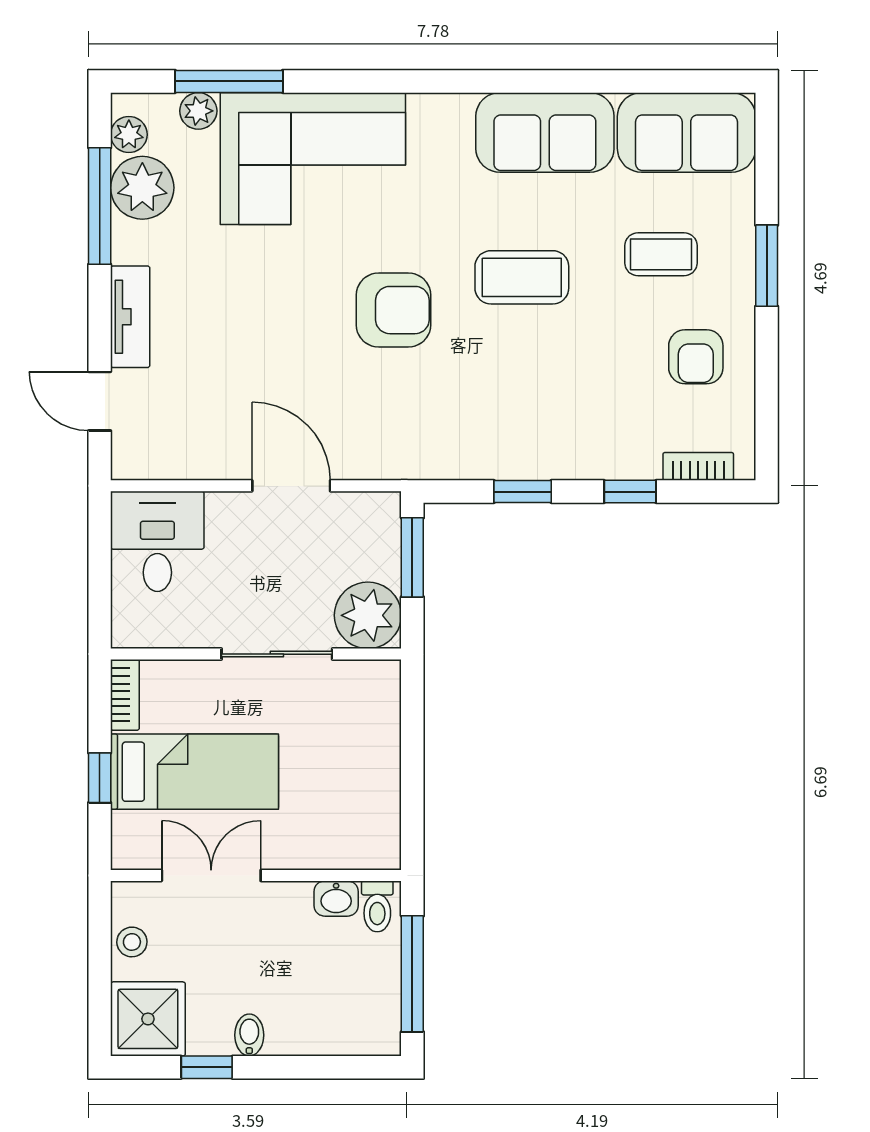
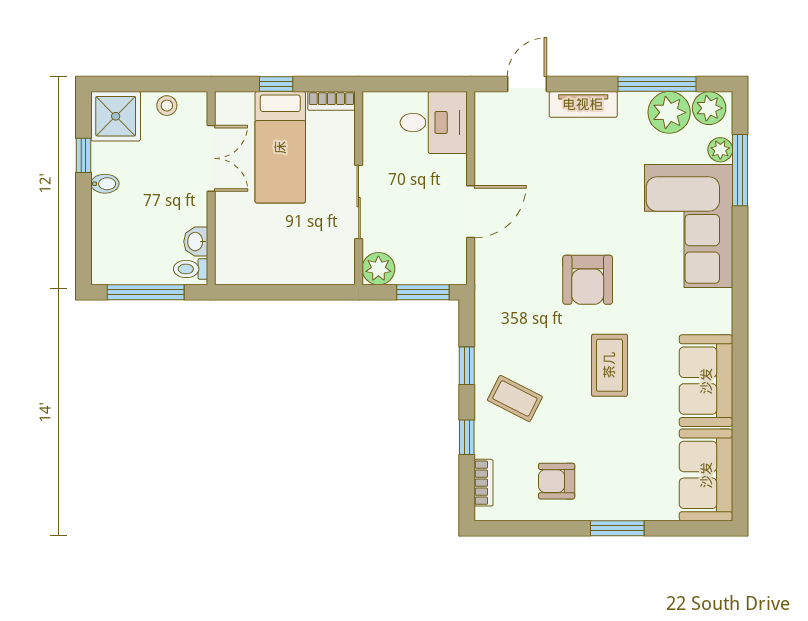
plant: (129, 135) -> (709, 108), width x1.38, depth x1.38
coffee table: (661, 254) -> (515, 398), moved, turned -63
plant: (368, 615) -> (378, 269), width x0.73, depth x0.73

